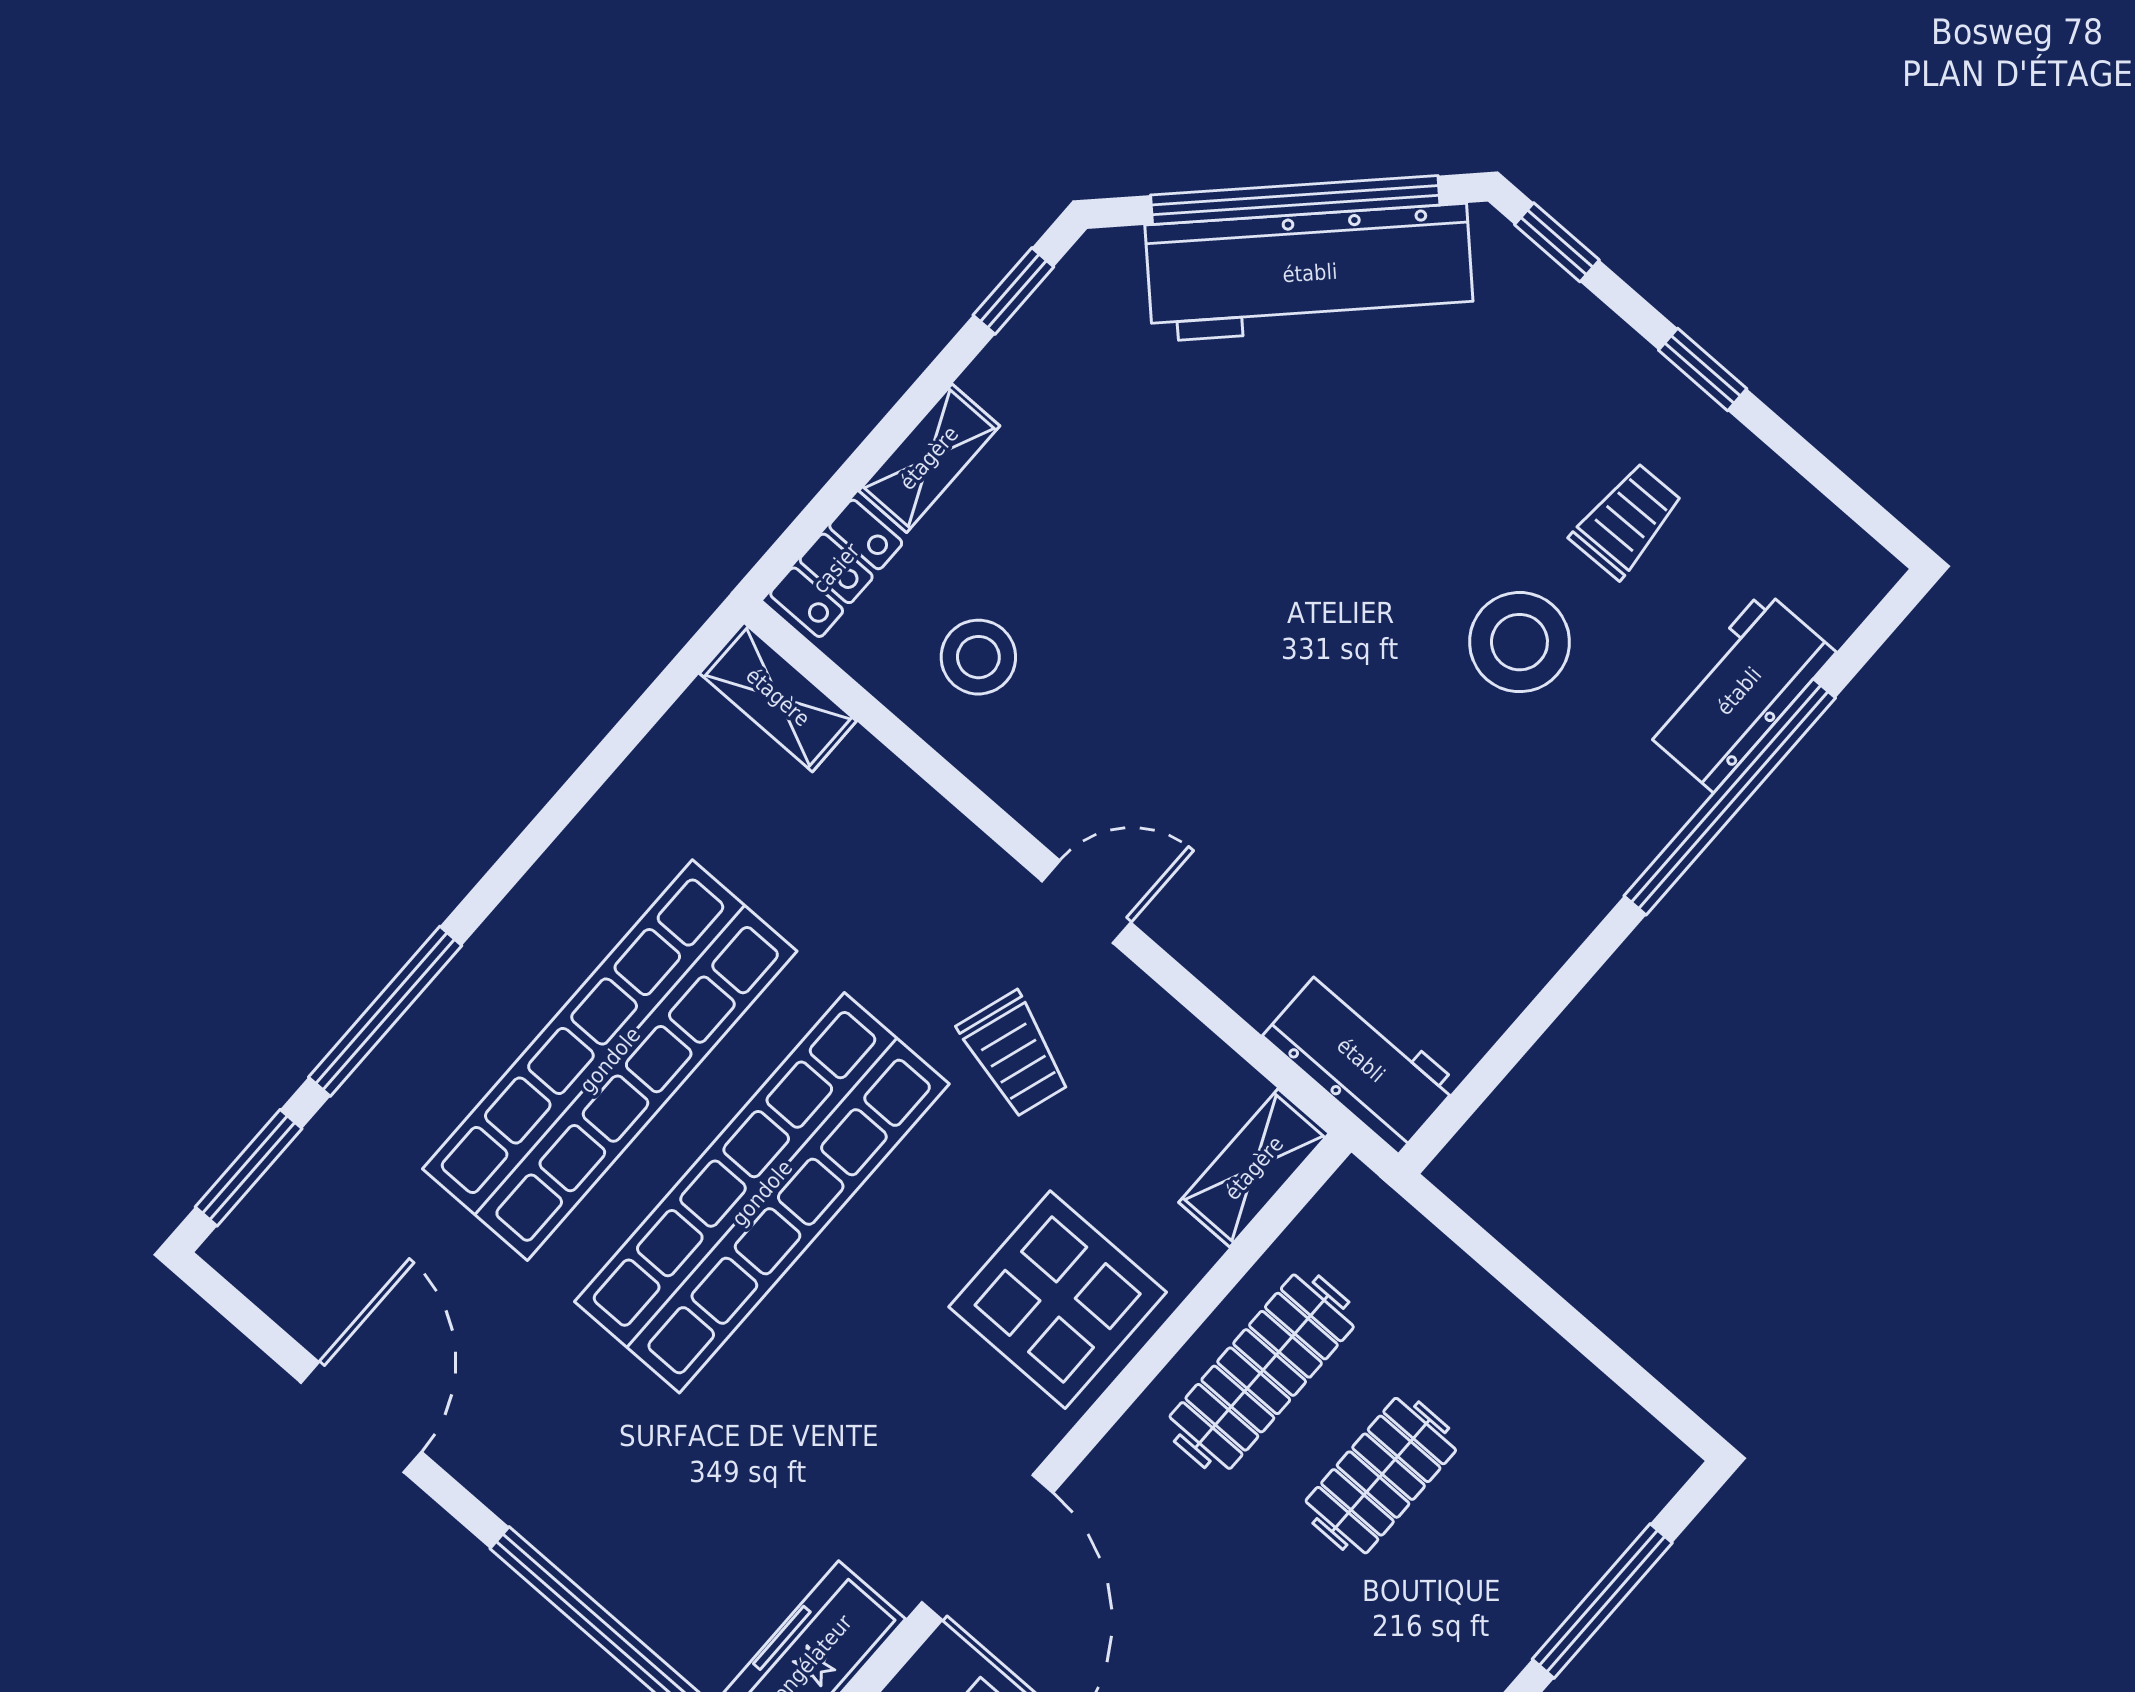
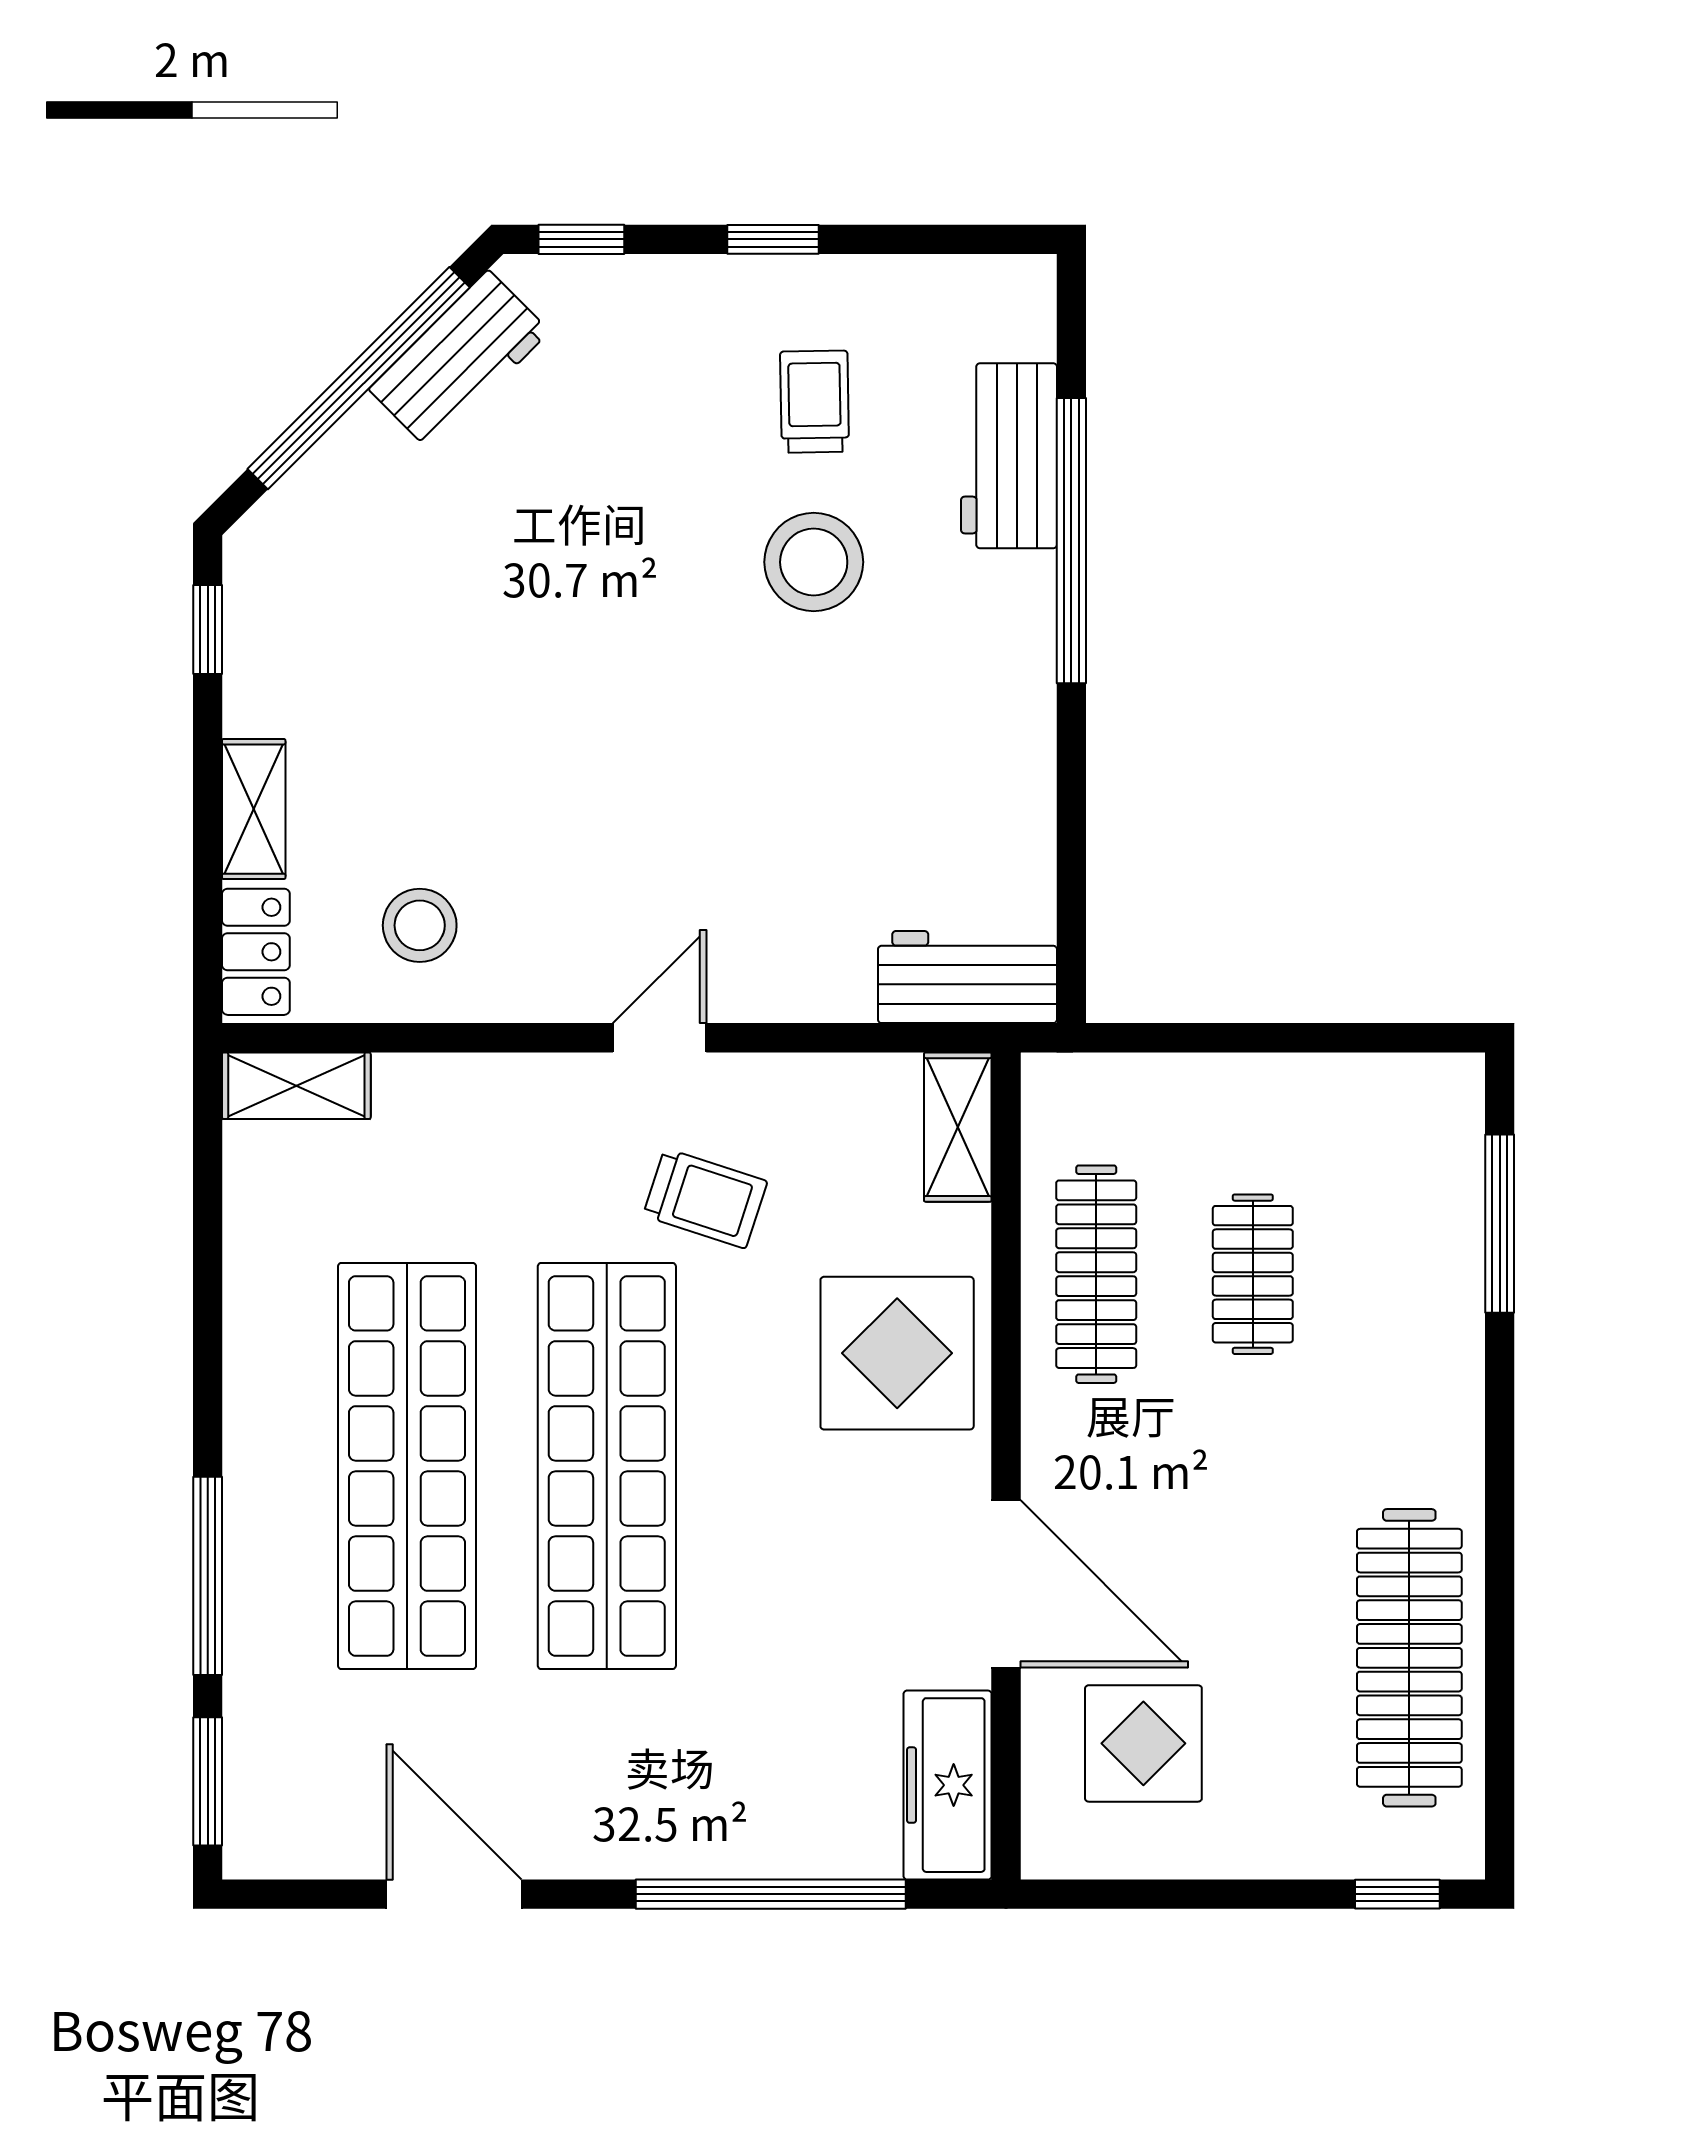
workbench: (1310, 273) -> (459, 360), width x0.53, depth x0.76

